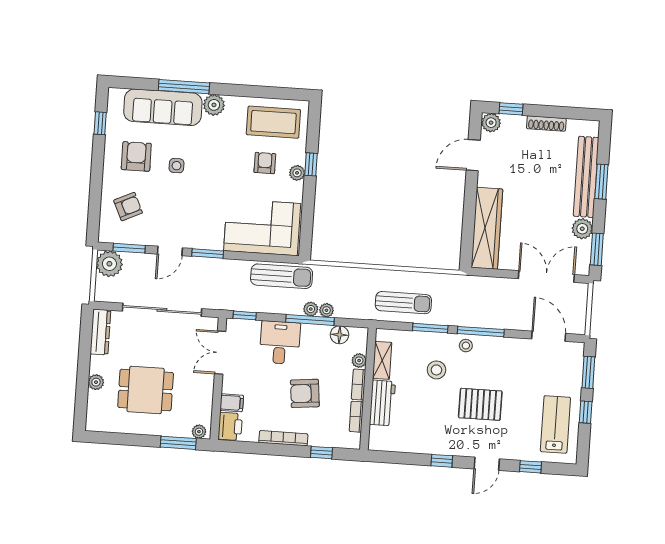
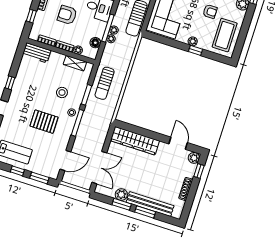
armchair: (265, 163) -> (210, 11), moved
window: (597, 249) -> (122, 204), moved
armchair: (305, 393) -> (67, 15), turned -84
workbench: (382, 403) -> (37, 53), moved
pallet: (480, 404) -> (44, 122), moved, turned 90

